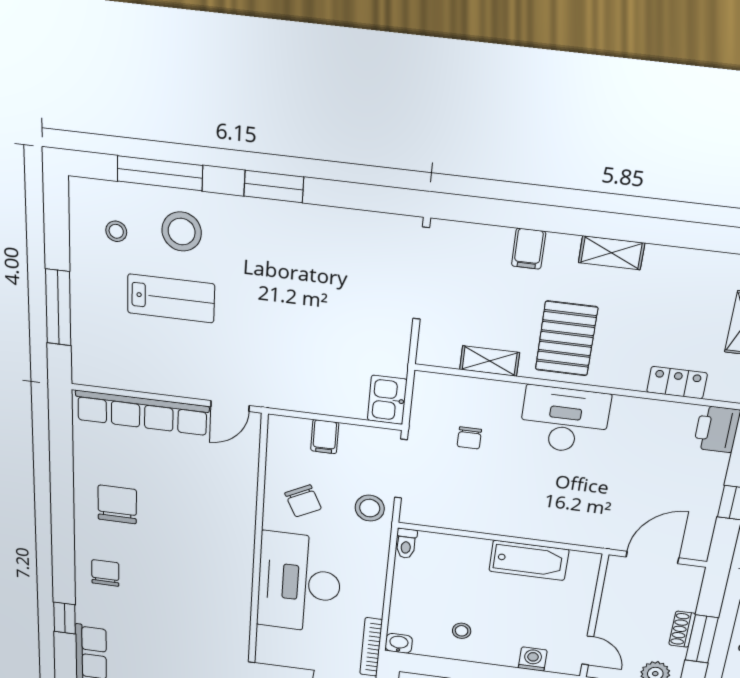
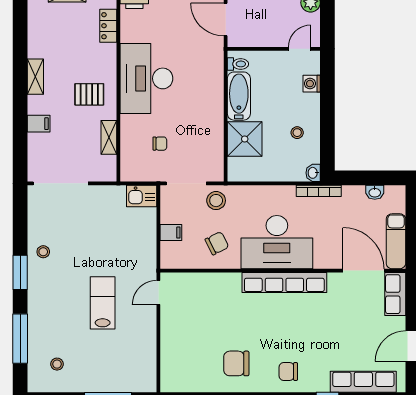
stool: (182, 232) -> (43, 252), moved, width x0.53, depth x0.53
lab bench: (171, 298) -> (103, 303), moved
pallet: (566, 339) -> (89, 94), width x0.67, depth x0.71
door: (230, 406) -> (158, 293), swing flipped
row of seats: (142, 413) -> (284, 283), moved, turned 90
desk: (565, 420) -> (146, 78), width x1.36, depth x1.30
toilet: (406, 543) -> (238, 64), moved
shower: (461, 560) -> (245, 139), added

